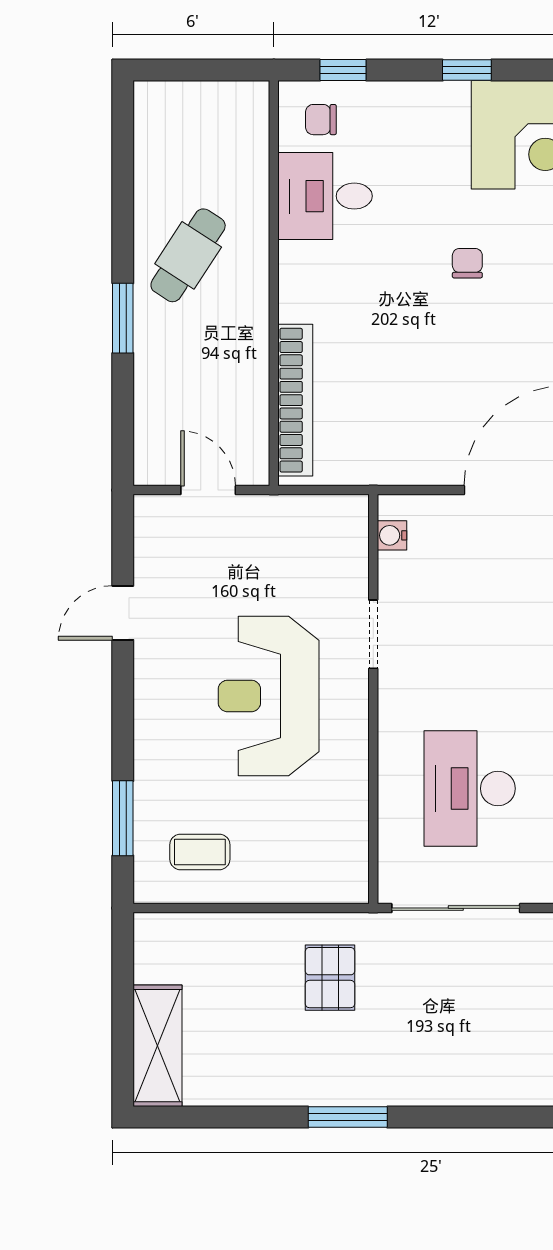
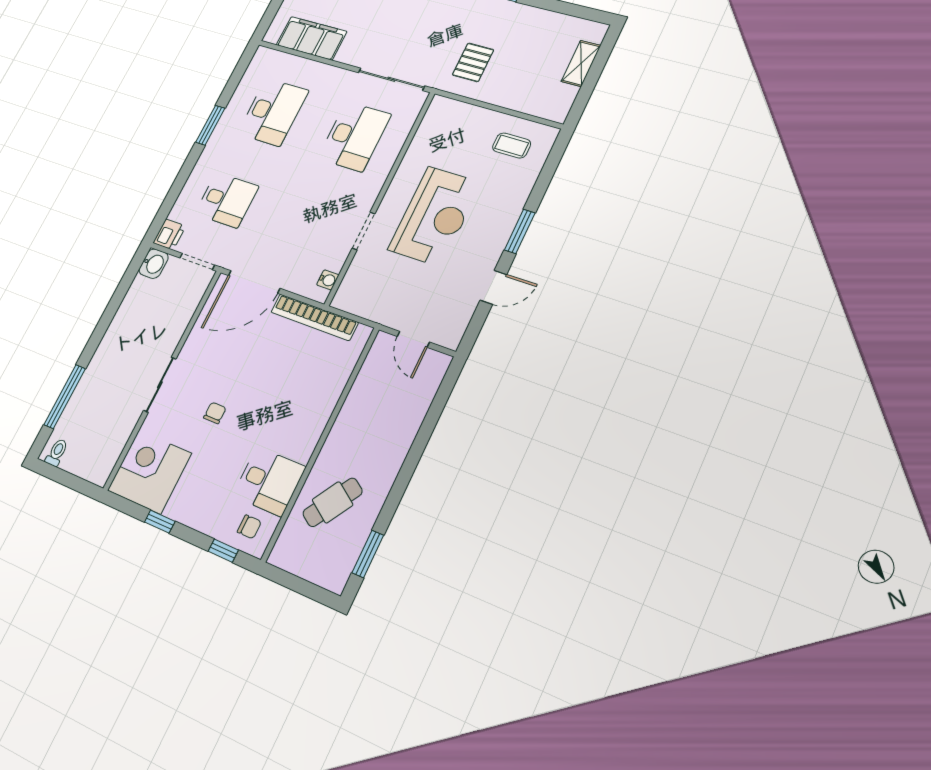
cafe table: (188, 255) -> (333, 502), moved
chair: (467, 263) -> (215, 413), turned 180
window: (123, 318) -> (368, 554), moved
bookcase: (295, 400) -> (314, 317), moved, turned -90
window: (123, 818) -> (520, 231), moved
shelving: (157, 1046) -> (581, 63), width x0.67, depth x0.75

